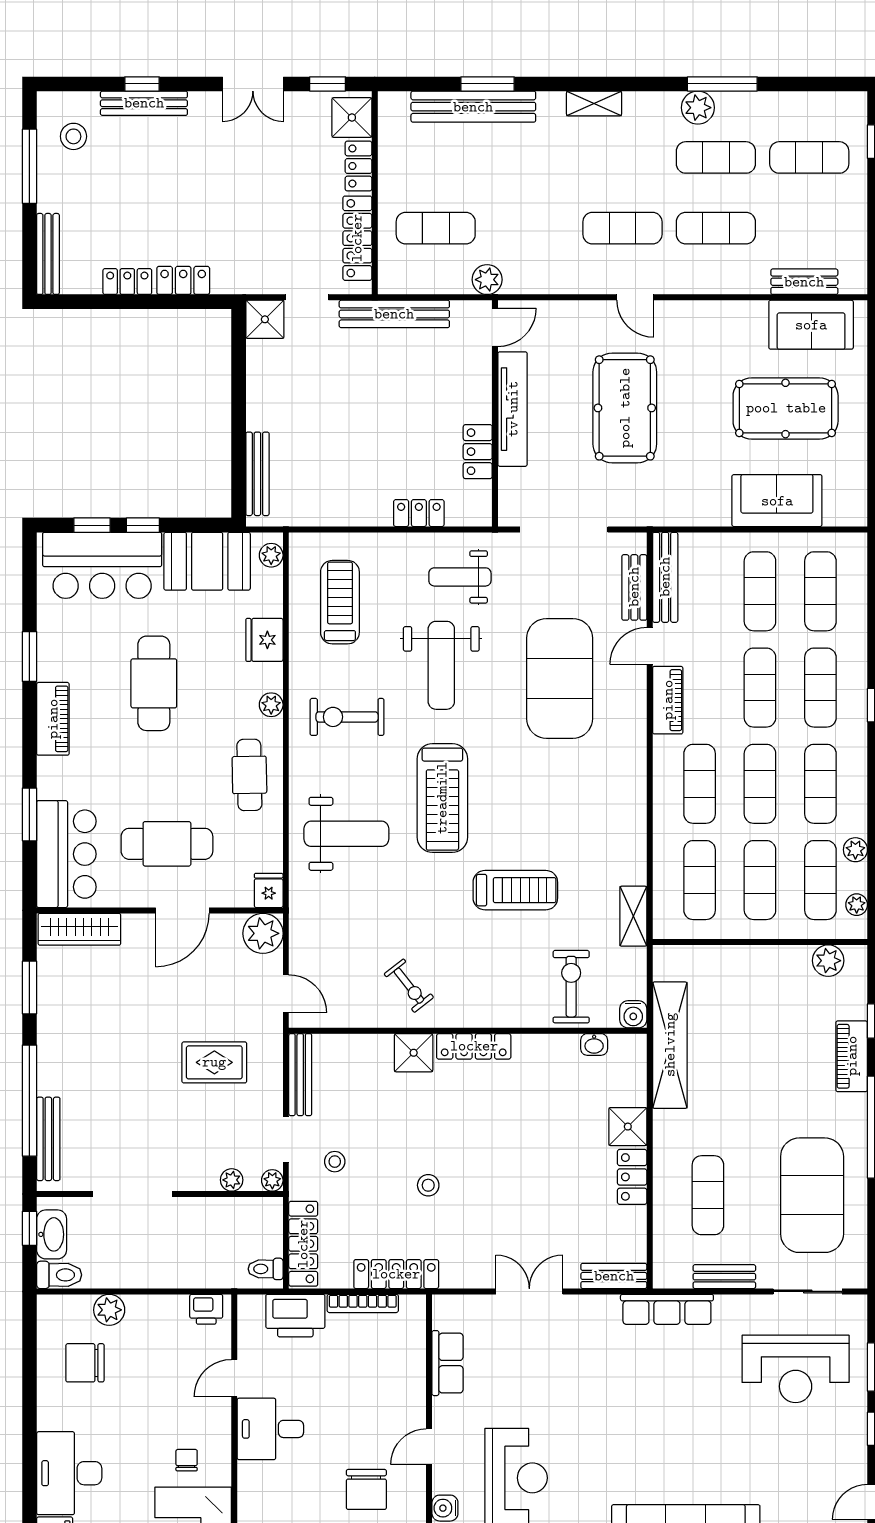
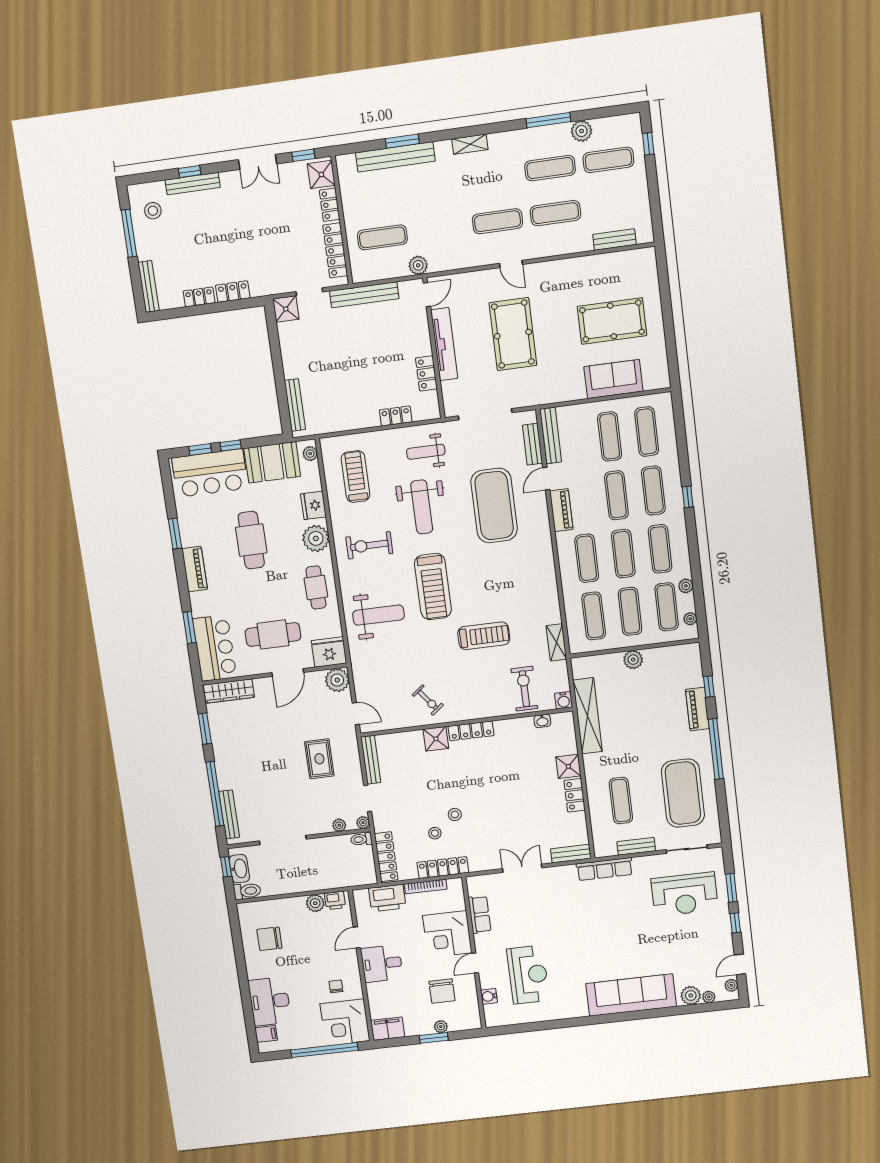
plant: (698, 108) -> (582, 131), moved
sofa: (811, 325) -> (622, 266), removed
plant: (271, 705) -> (316, 538), width x1.88, depth x1.88
fridge: (269, 890) -> (329, 652), width x1.88, depth x1.34
plant: (828, 961) -> (633, 660), moved
rug: (214, 1062) -> (319, 759), turned 90
stool: (335, 1162) -> (435, 833), moved
toilet: (266, 1269) -> (361, 839), moved
plant: (109, 1310) -> (315, 903), moved
corner desk: (389, 1391) -> (447, 934), added

